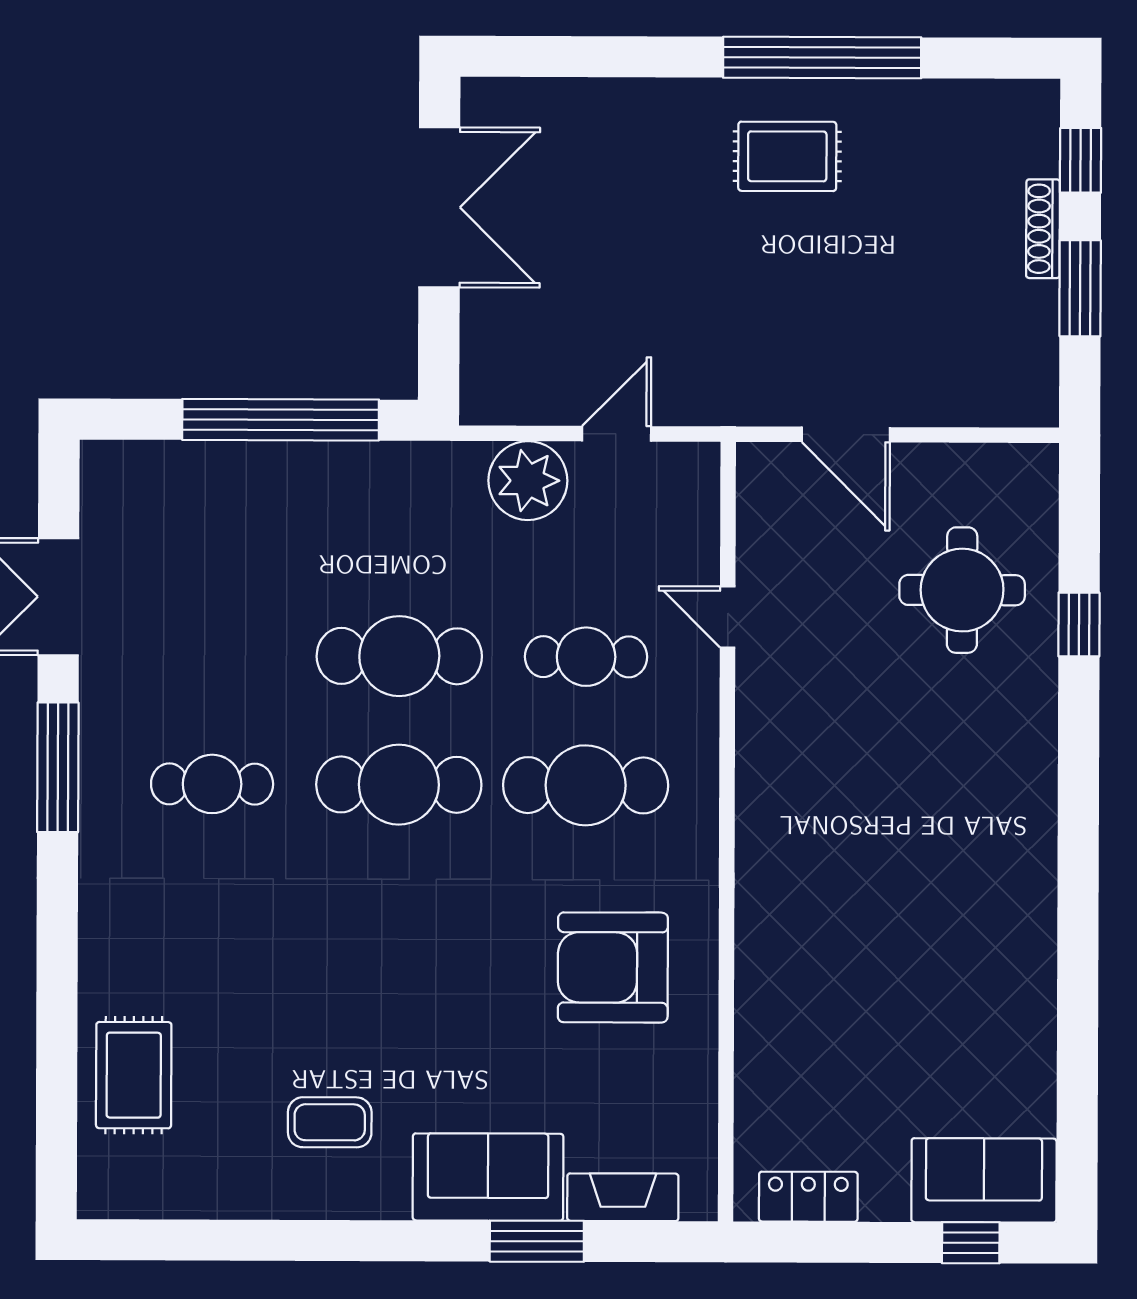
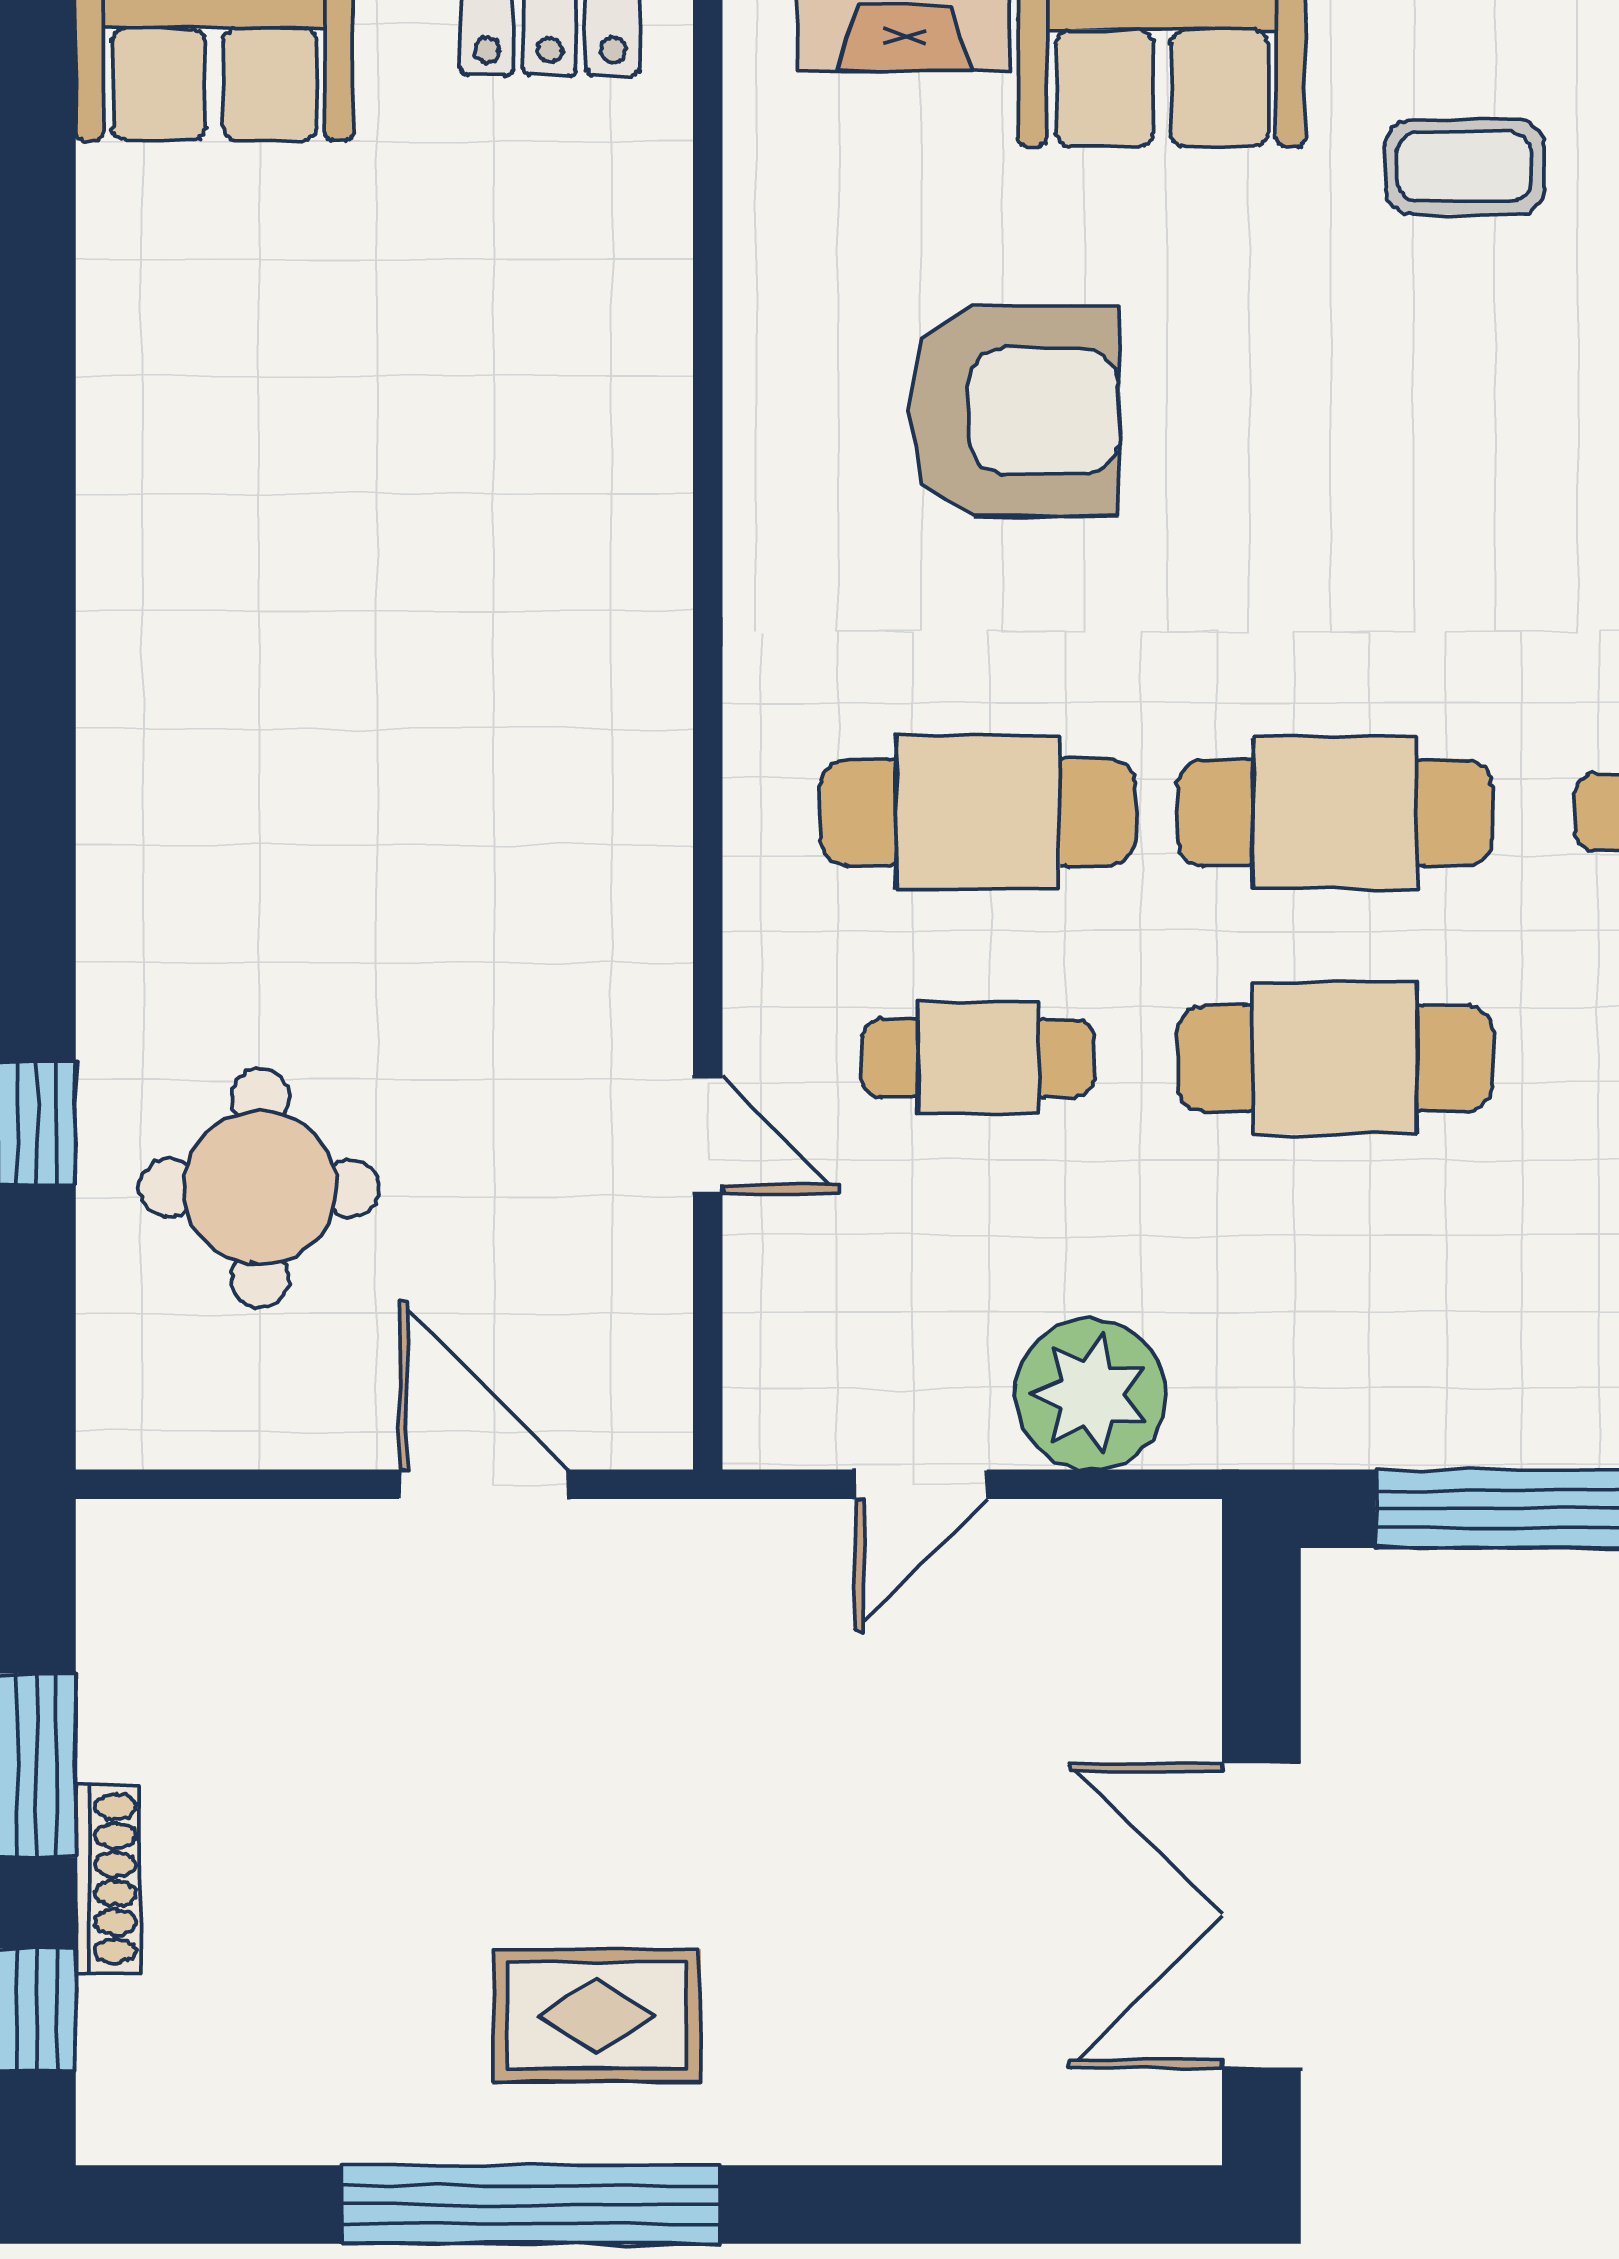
armchair: (613, 967) -> (1014, 411), moved

